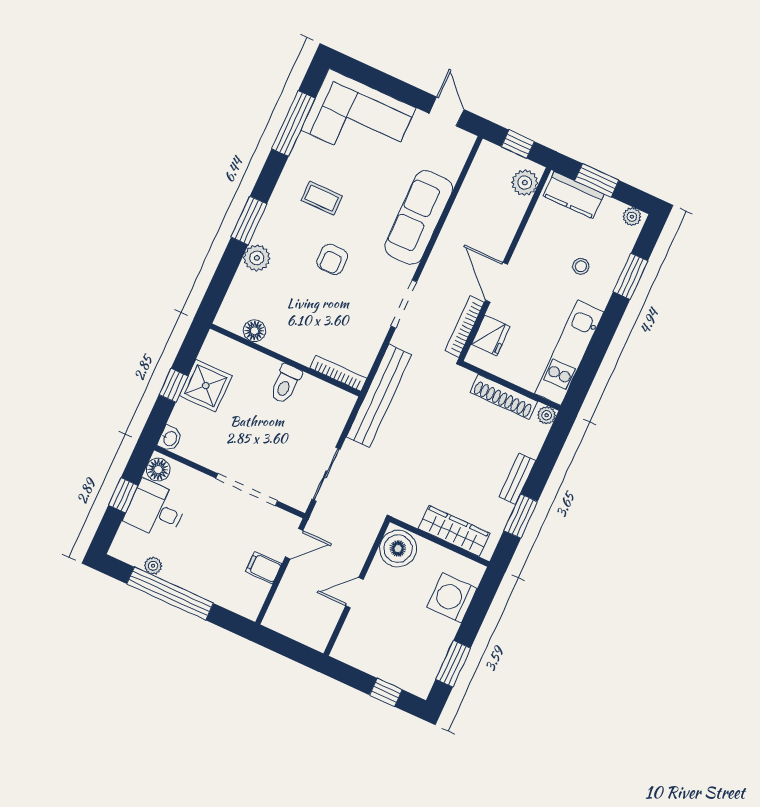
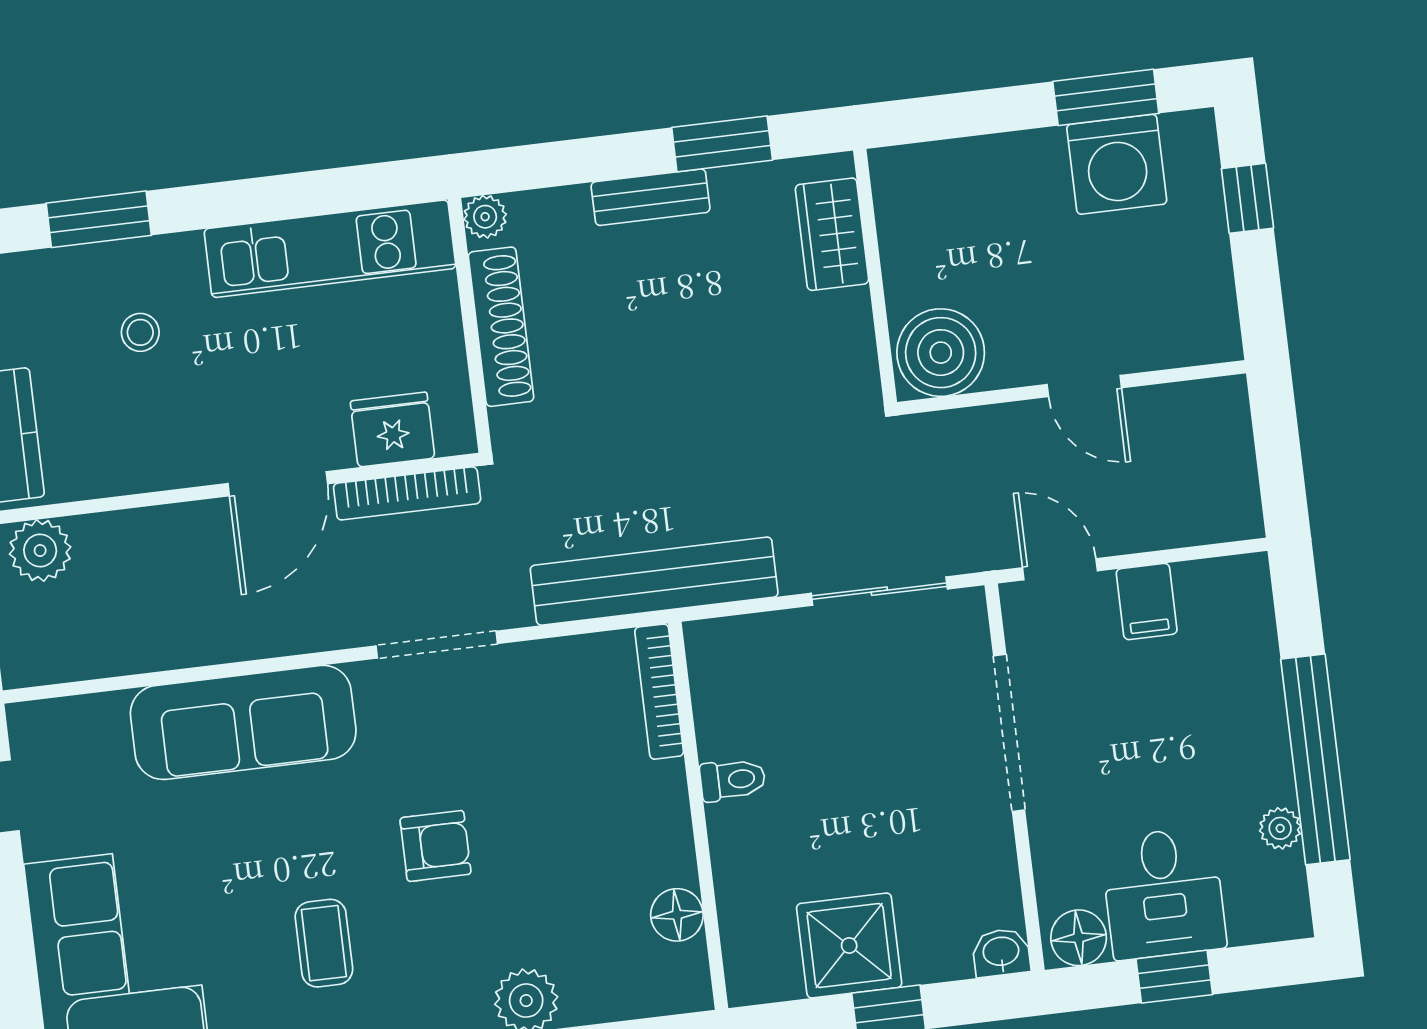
toilet: (286, 384) -> (733, 780), width x0.73, depth x0.72
wardrobe: (454, 531) -> (832, 234), width x0.67
washing machine: (452, 598) -> (1117, 164), moved

